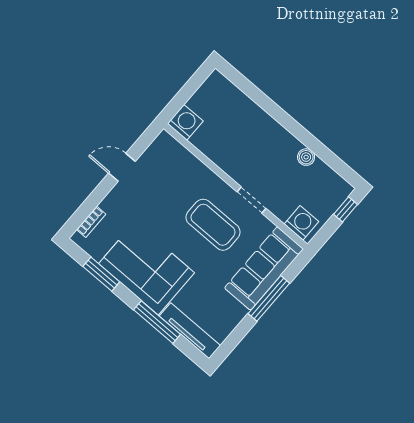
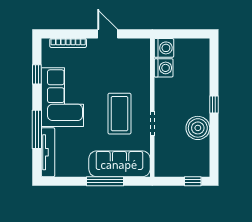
window: (286, 121) -> (214, 105), added
boiler: (306, 157) -> (198, 128), width x1.86, depth x1.86
bookcase: (91, 222) -> (68, 43), width x1.56
washing machine: (301, 223) -> (164, 68), moved
window: (101, 274) -> (37, 74), width x0.67

